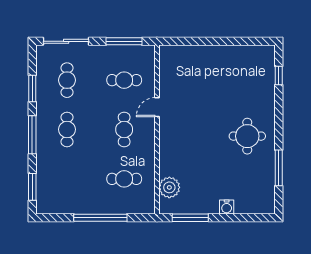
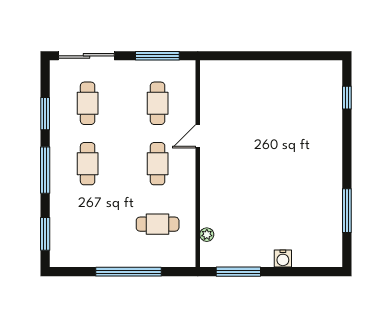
cafe table: (124, 80) -> (158, 103), turned 90
round table: (247, 136) -> (308, 172), removed
plant: (169, 187) -> (207, 235), width x0.53, depth x0.53

